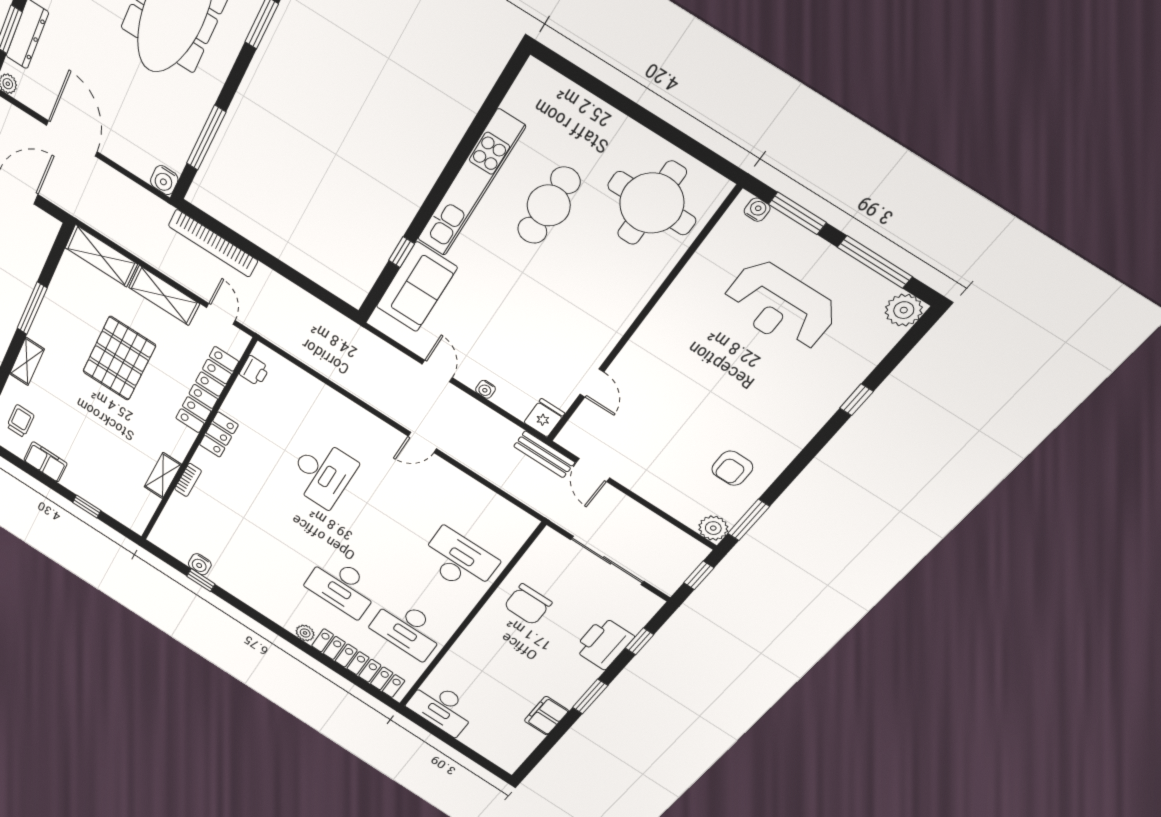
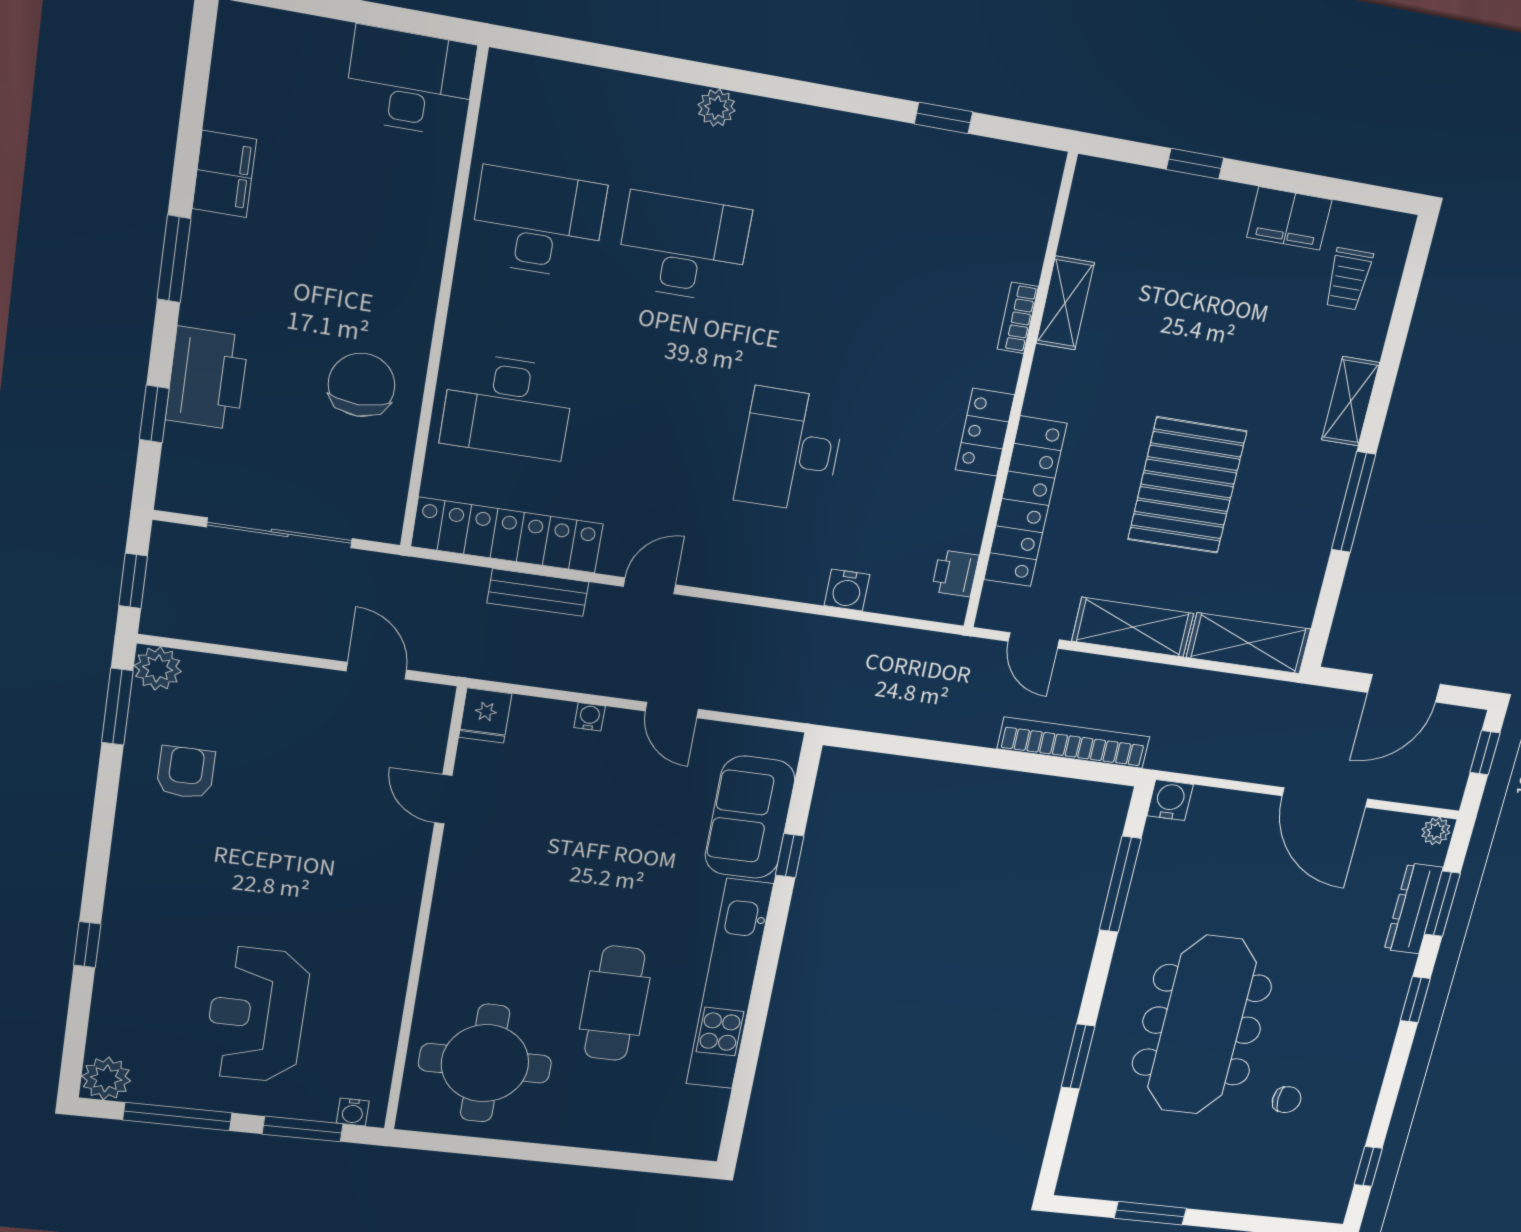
reception desk: (780, 306) -> (257, 1015), turned -90
bench: (544, 454) -> (538, 592), moved
water cooler: (200, 564) -> (847, 590), moved, turned 180
locker: (358, 663) -> (507, 535), moved, turned 180

